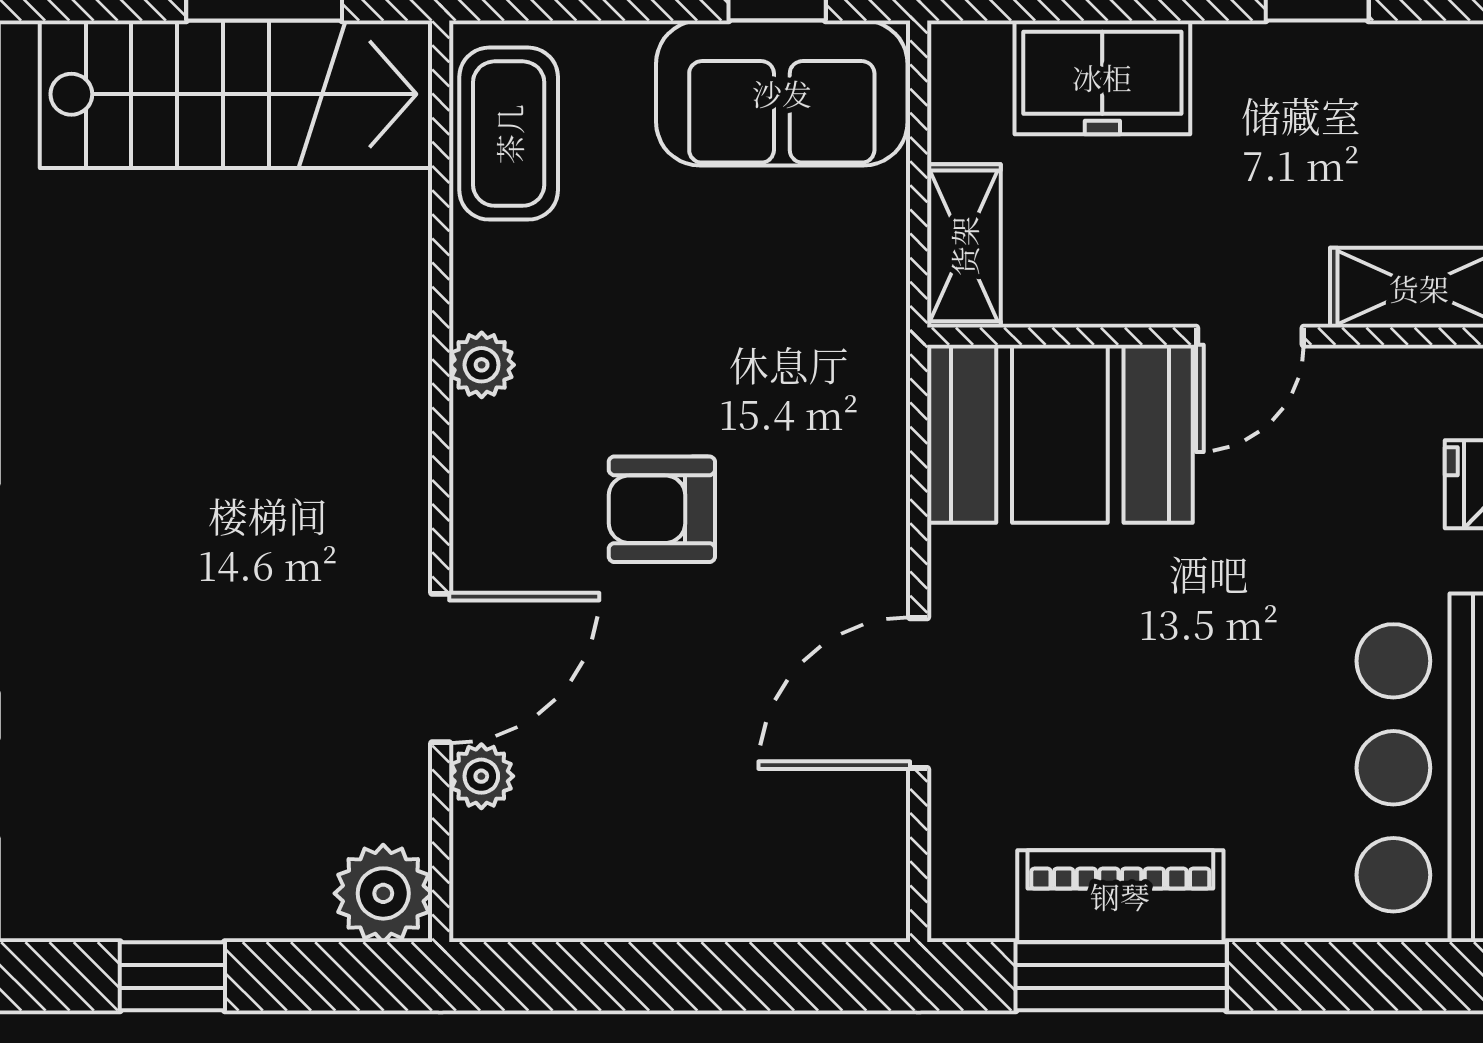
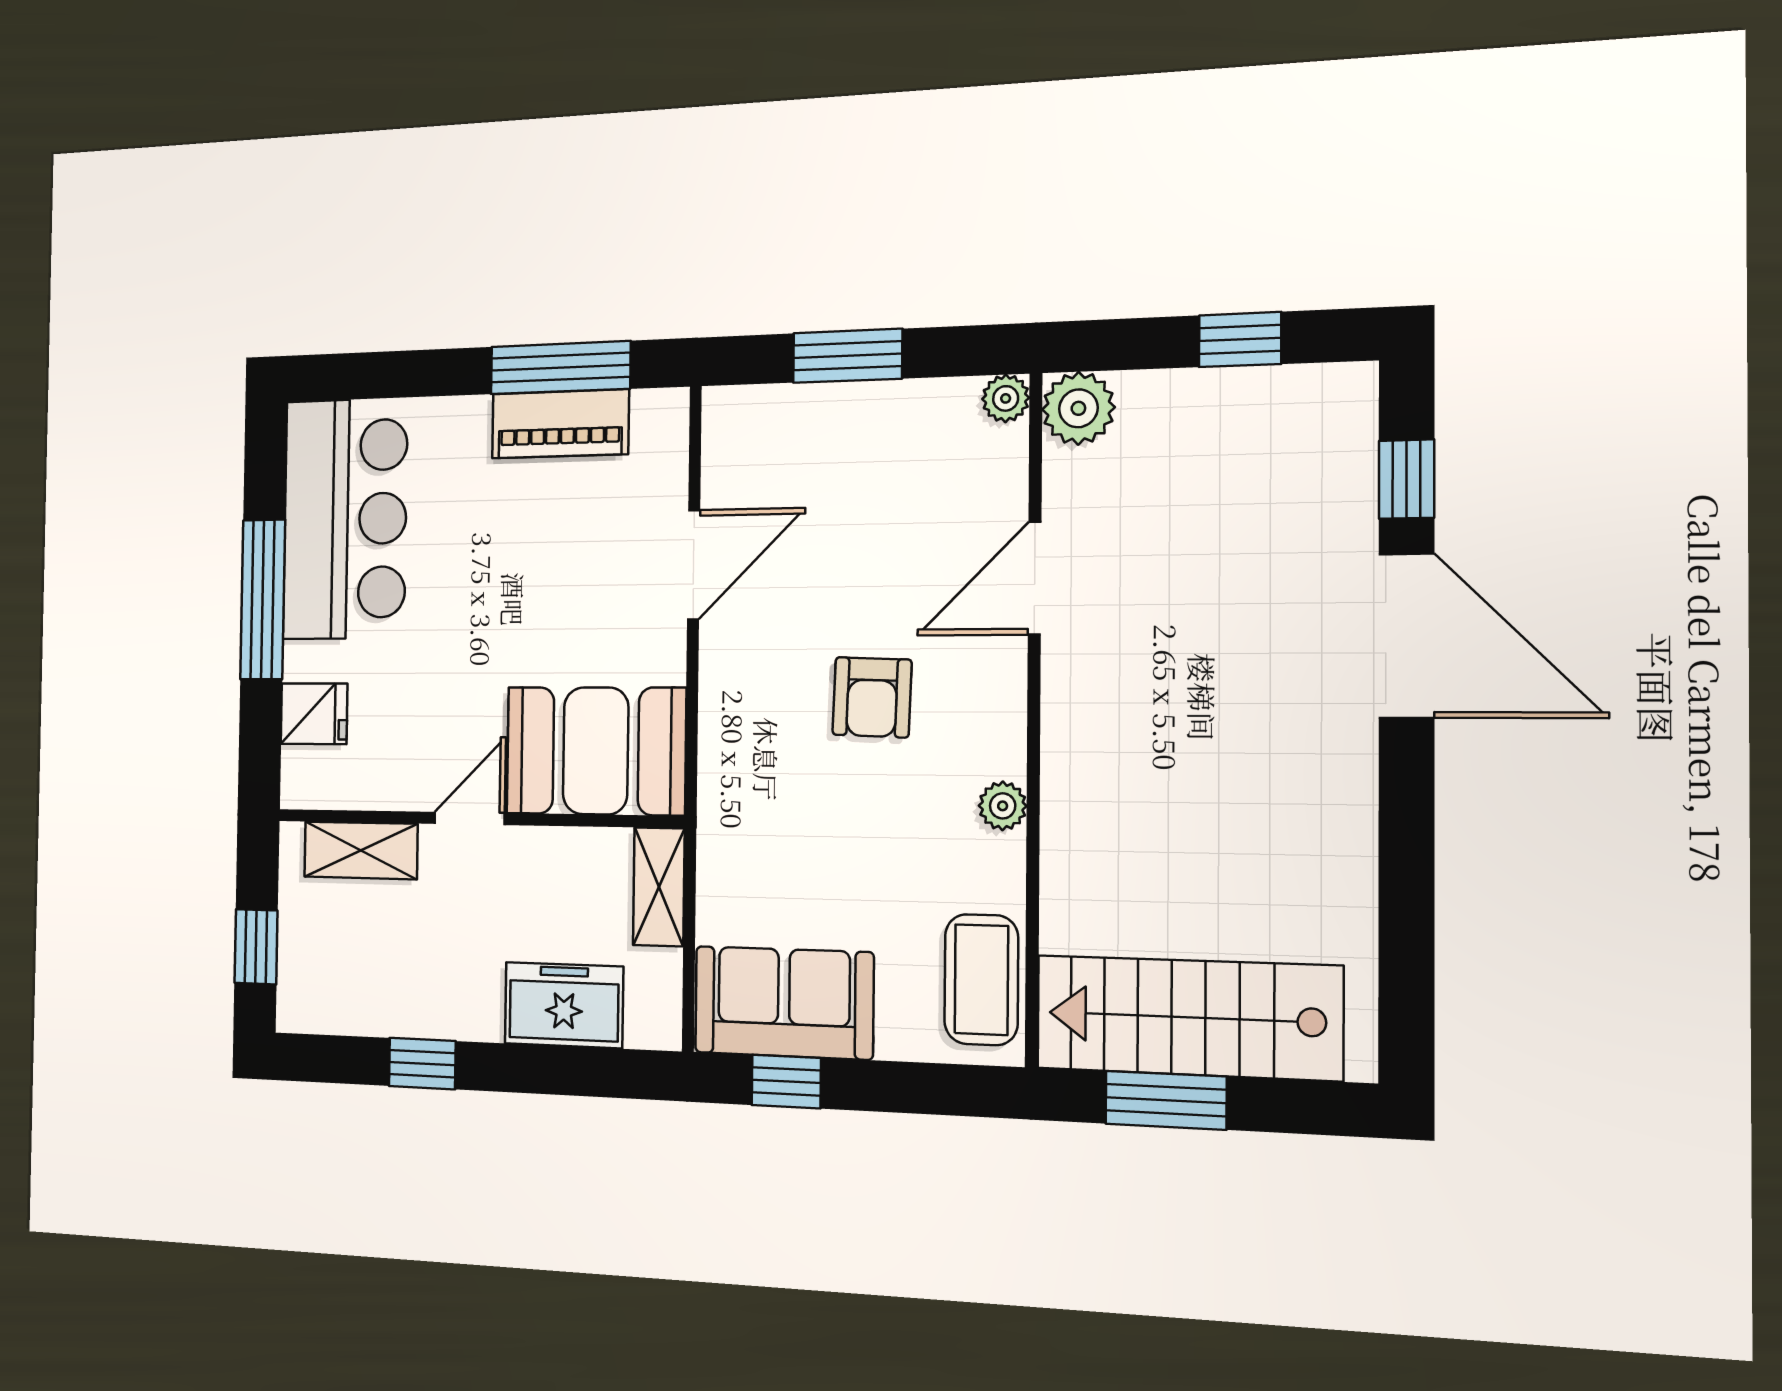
armchair: (662, 509) -> (872, 697), turned 92
plant: (481, 776) -> (1006, 398), moved
window: (701, 976) -> (848, 356), added

